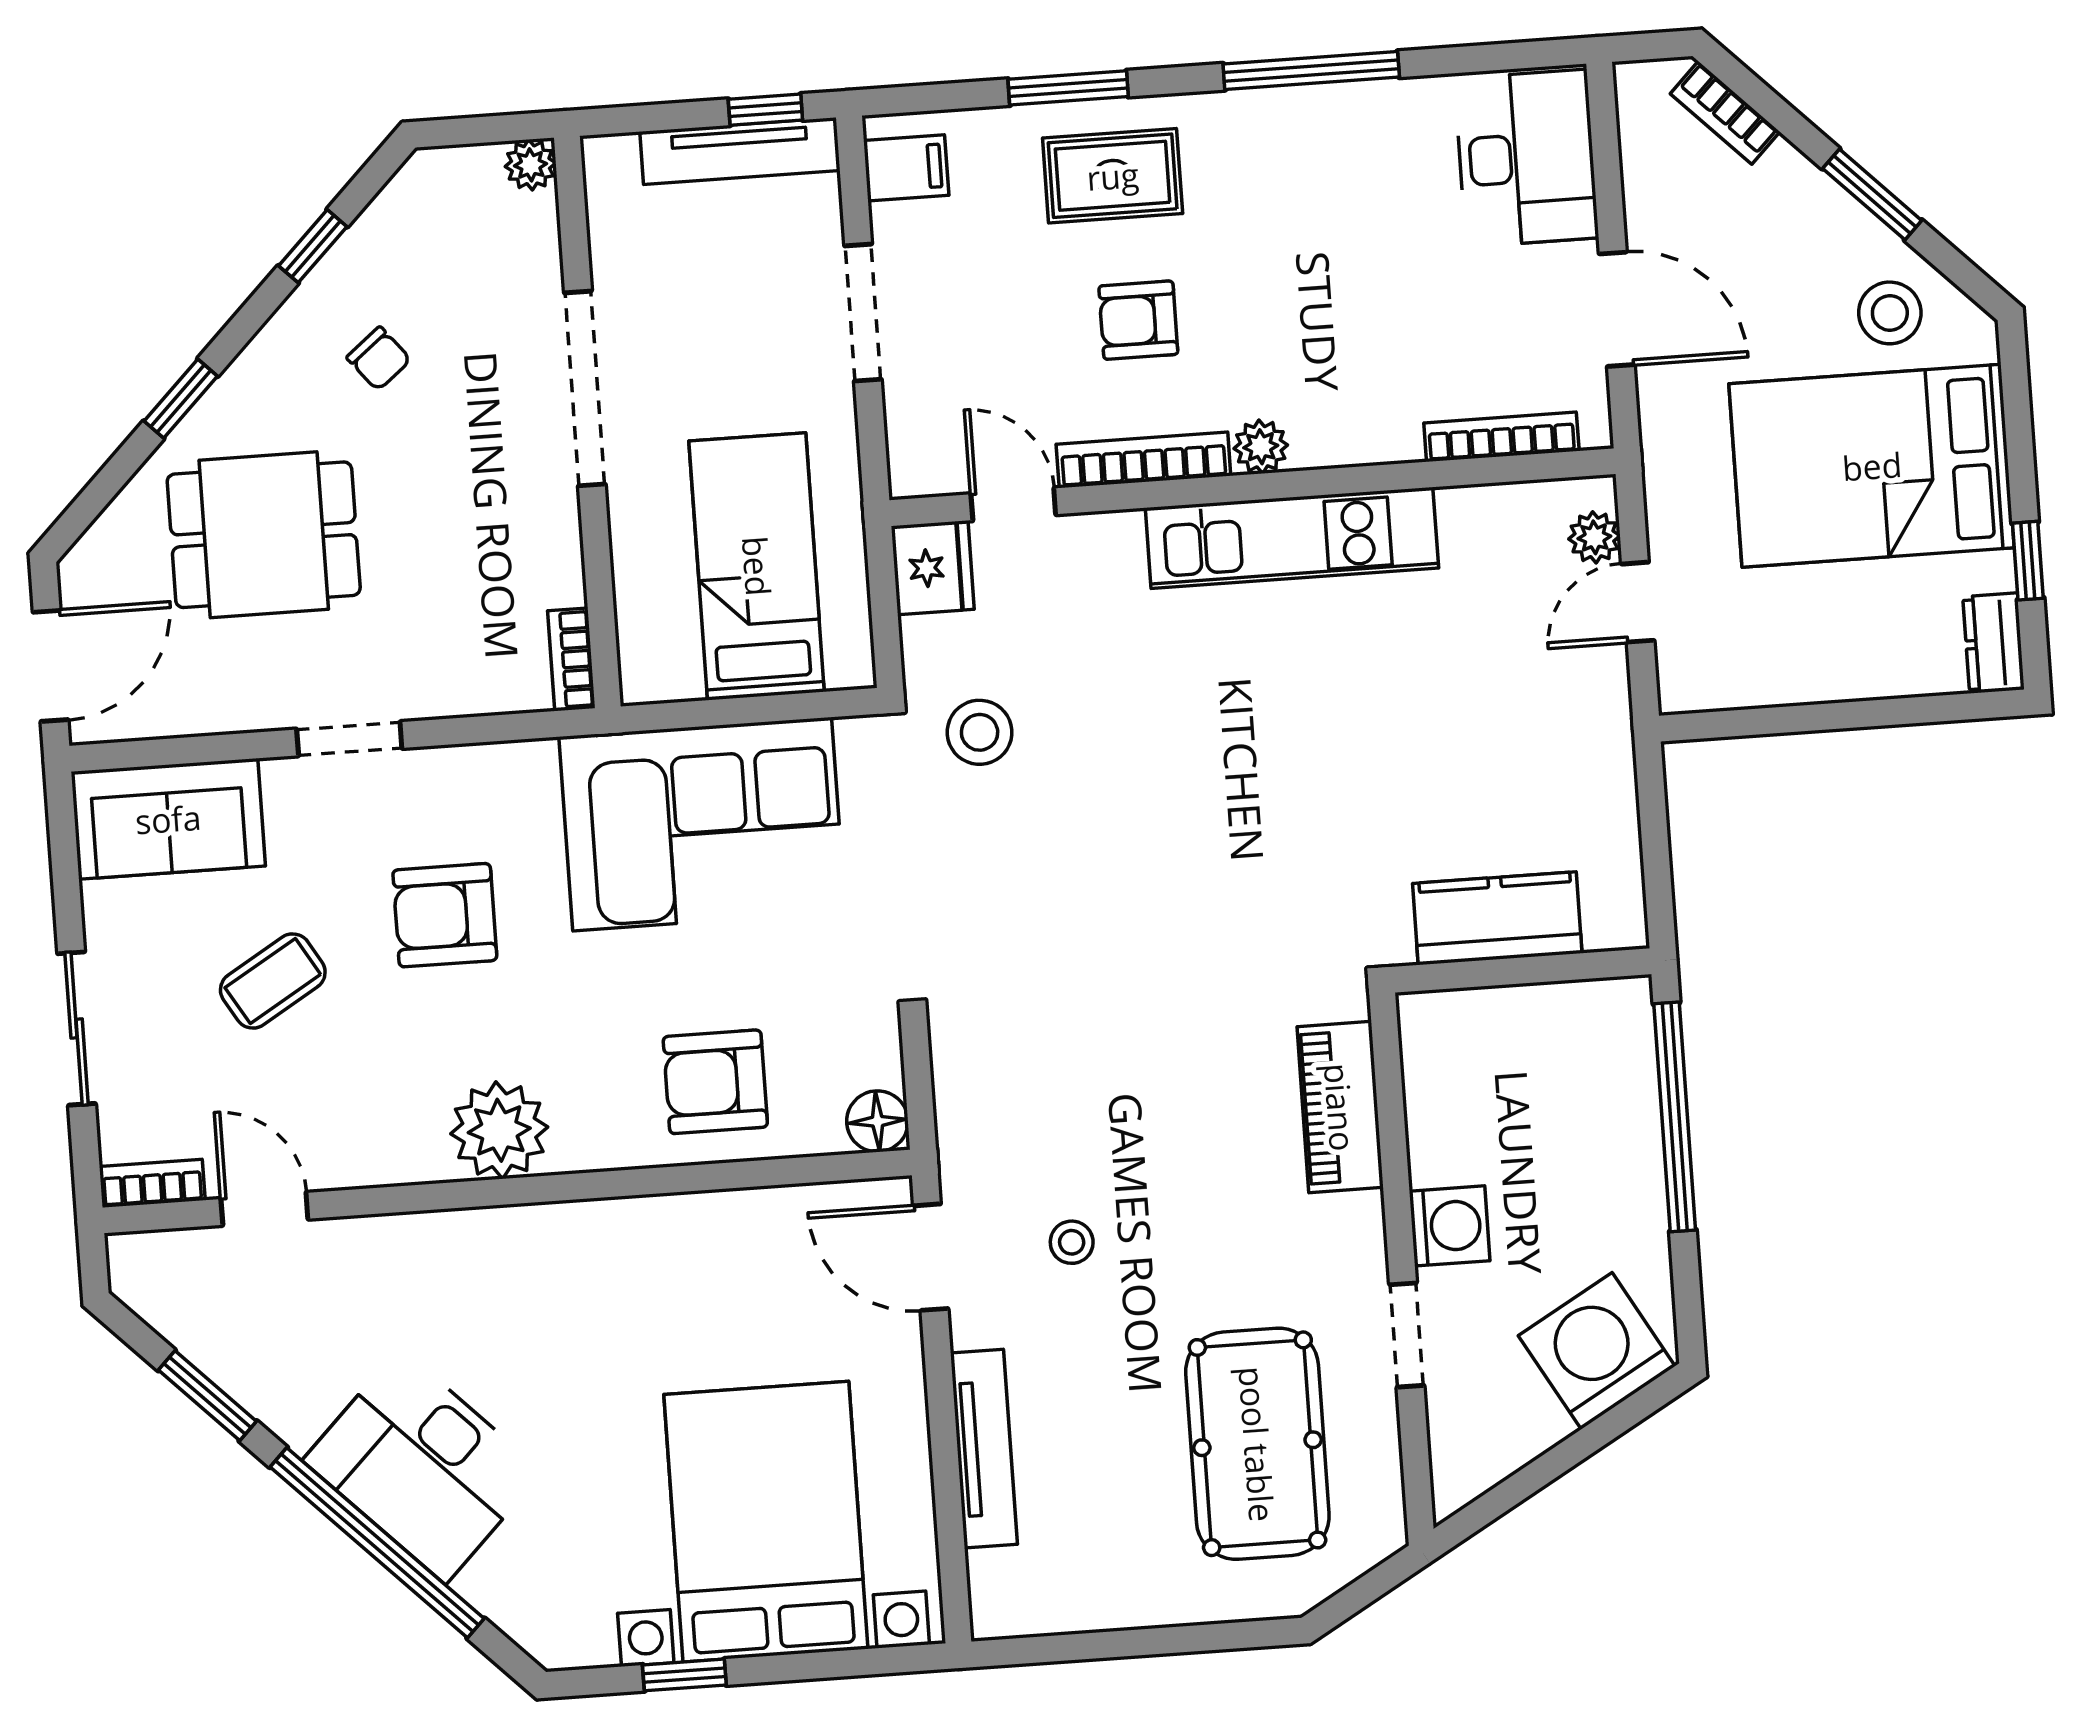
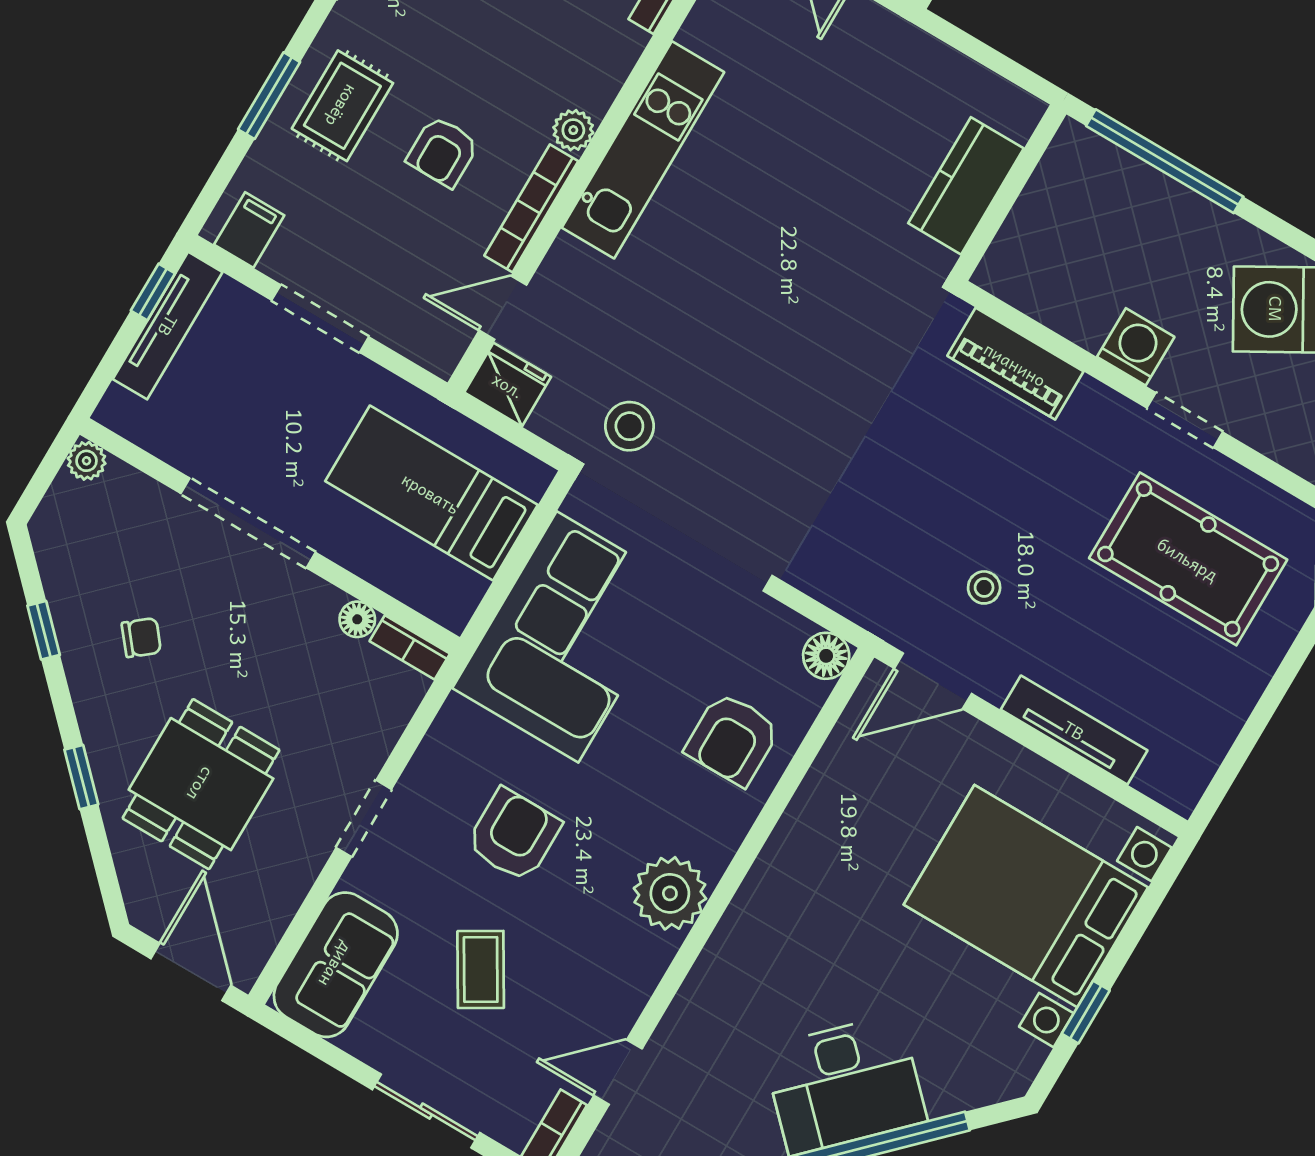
floor lamp: (562, 581) -> (357, 619), added
armchair: (445, 915) -> (514, 835), turned 180

